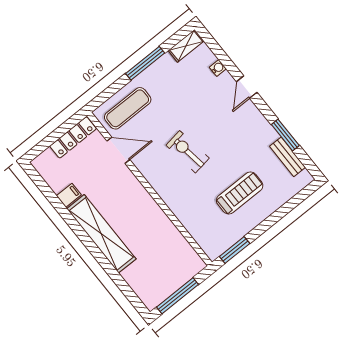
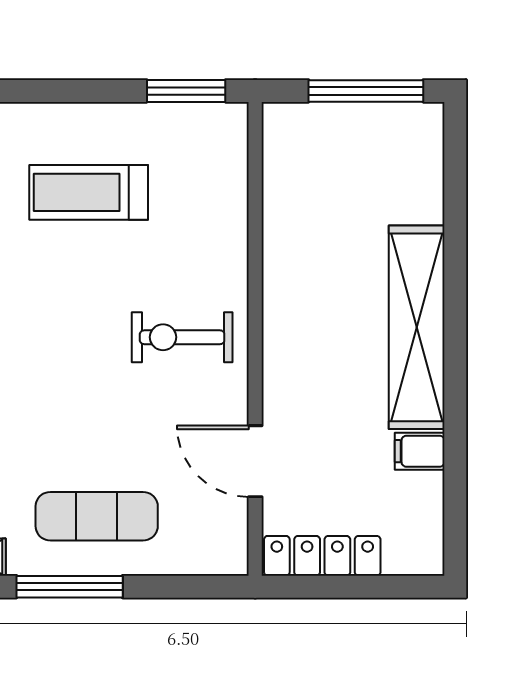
exercise mat: (128, 108) -> (97, 516), moved
exercise bike: (188, 152) -> (182, 337), moved, turned 98

